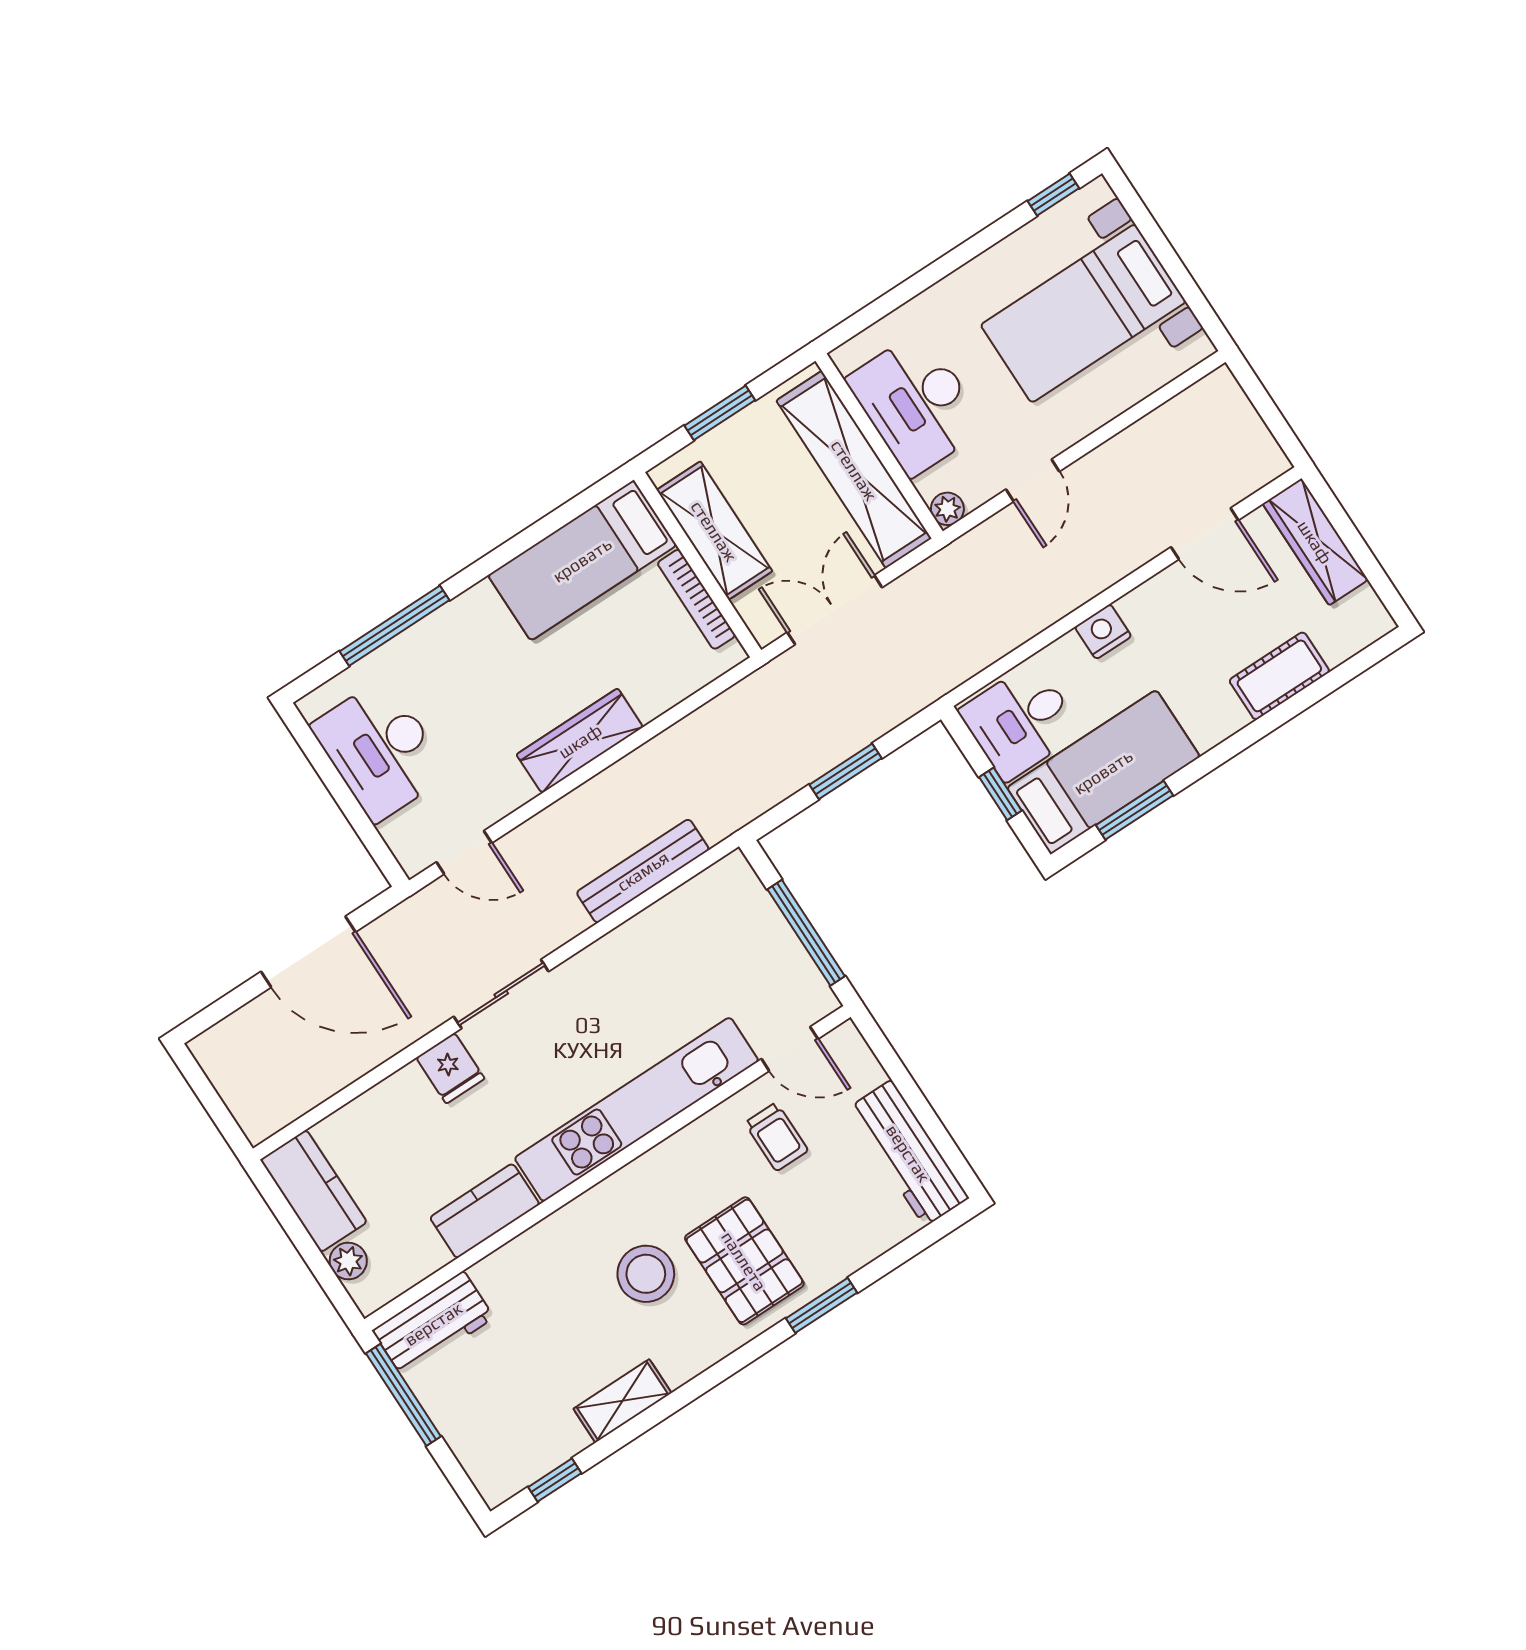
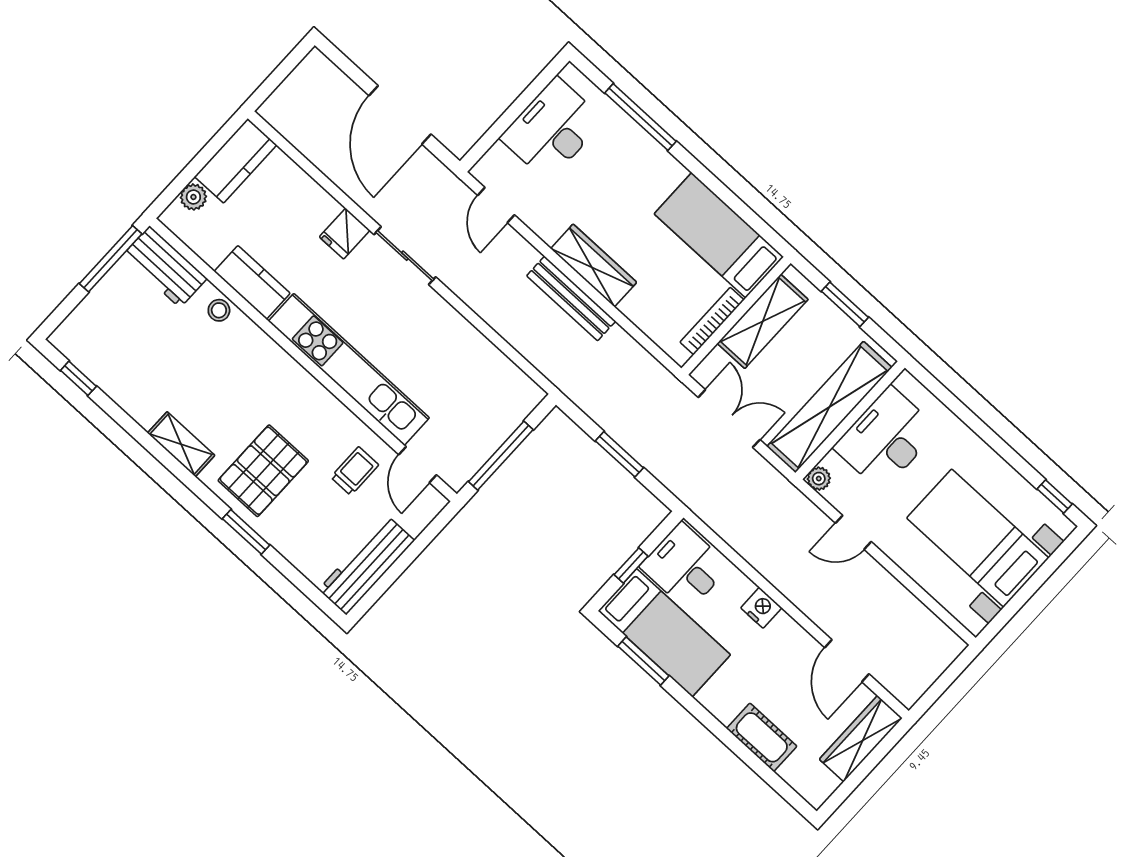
bench: (643, 871) -> (571, 298), moved
trolley: (776, 1137) -> (355, 471), turned 180
stool: (646, 1274) -> (219, 310), moved, width x0.53, depth x0.53
shelving: (622, 1401) -> (181, 444), moved

